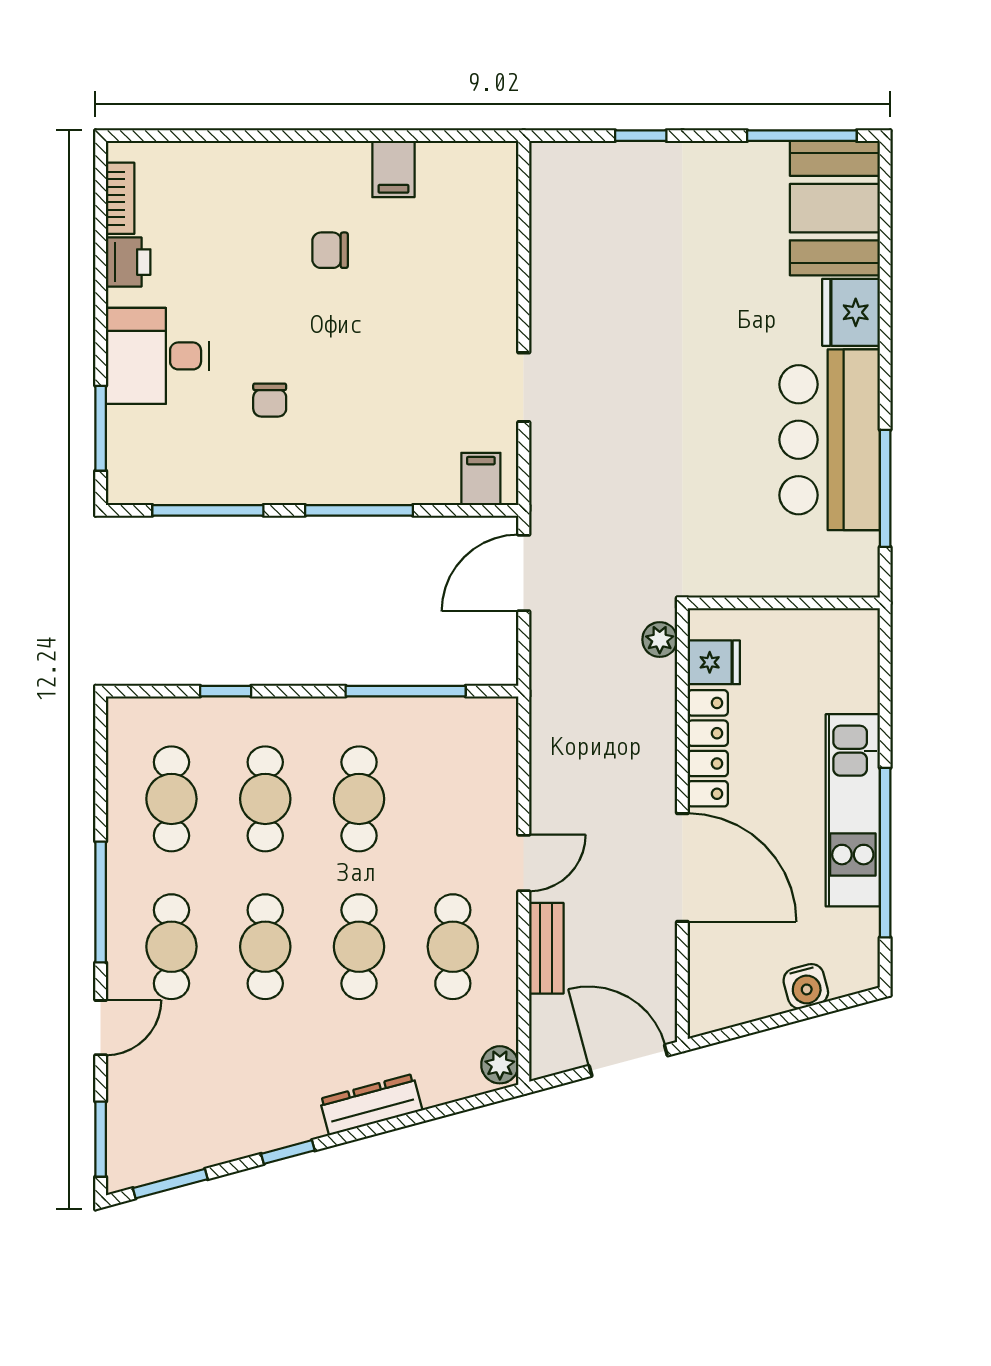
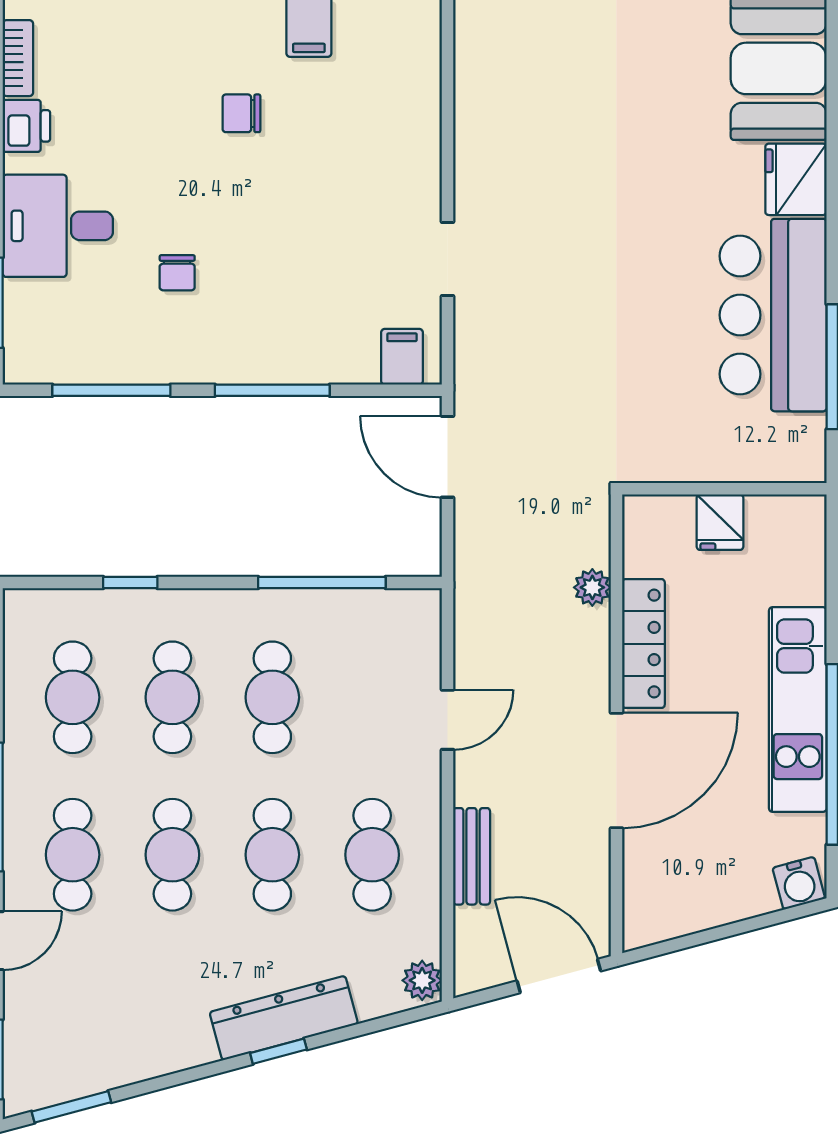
door: (524, 573) -> (448, 457), hinge flipped
plant: (660, 640) -> (592, 587), moved
fridge: (714, 662) -> (720, 522), moved, turned 90
door: (524, 863) -> (448, 720), moved
door: (682, 868) -> (616, 770), hinge flipped
water cooler: (806, 986) -> (799, 883), moved
dresser: (371, 1105) -> (284, 1018), width x1.37, depth x1.24
window: (288, 1152) -> (278, 1051), moved

